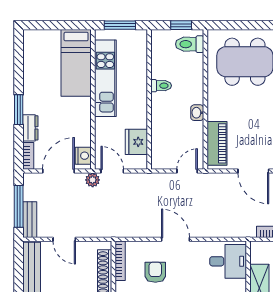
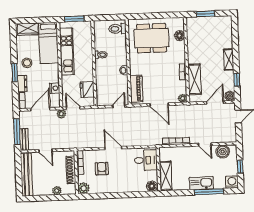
window: (181, 25) -> (112, 17), removed
wardrobe: (43, 39) -> (28, 29), added
stool: (39, 94) -> (27, 63), added
nightstand: (83, 156) -> (55, 88), moved

